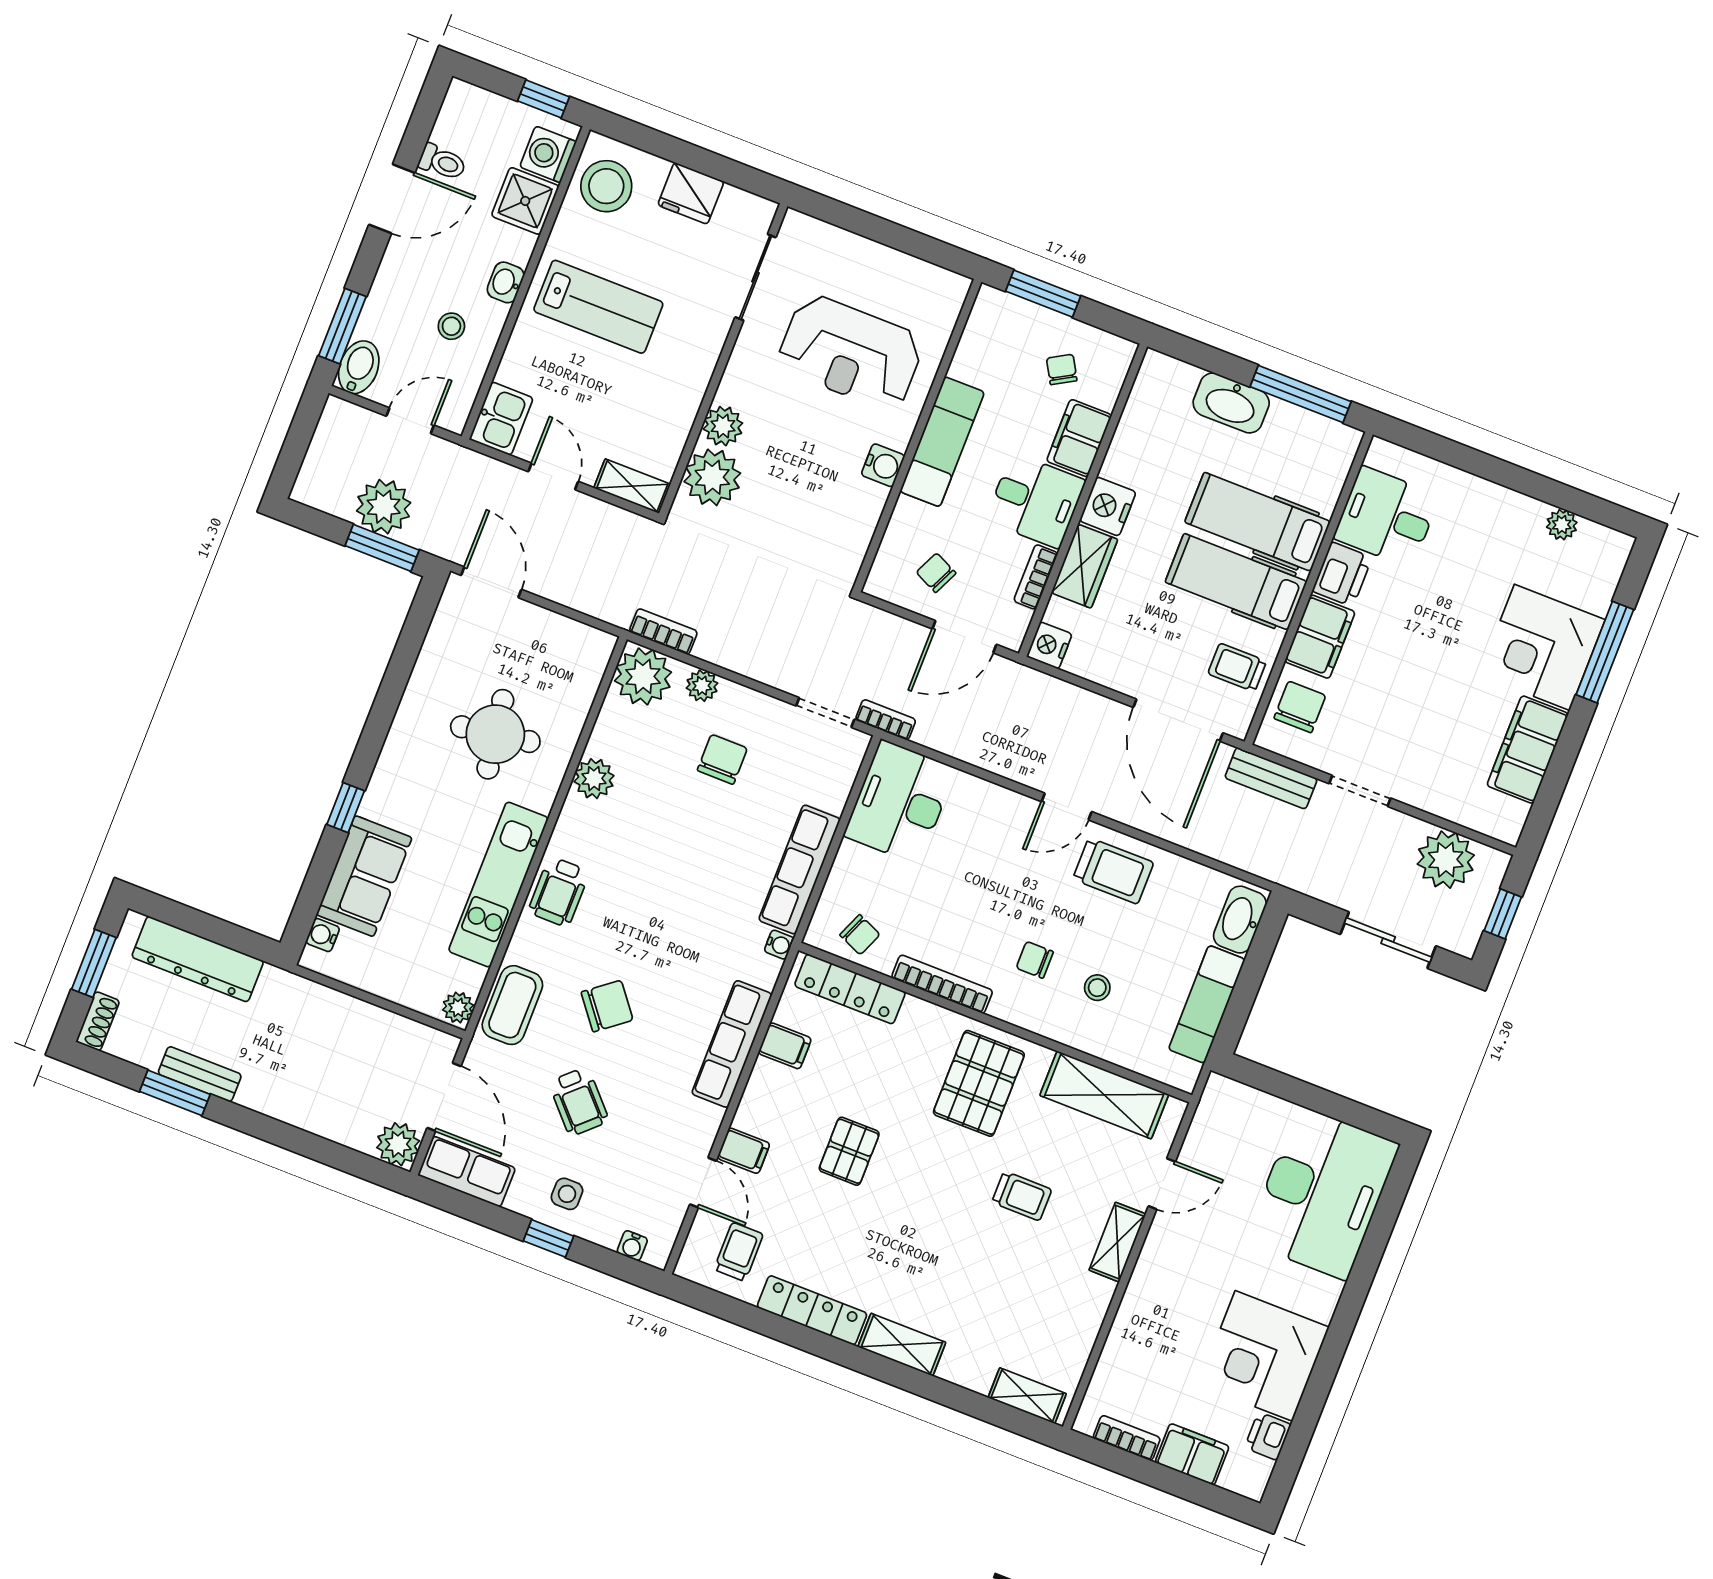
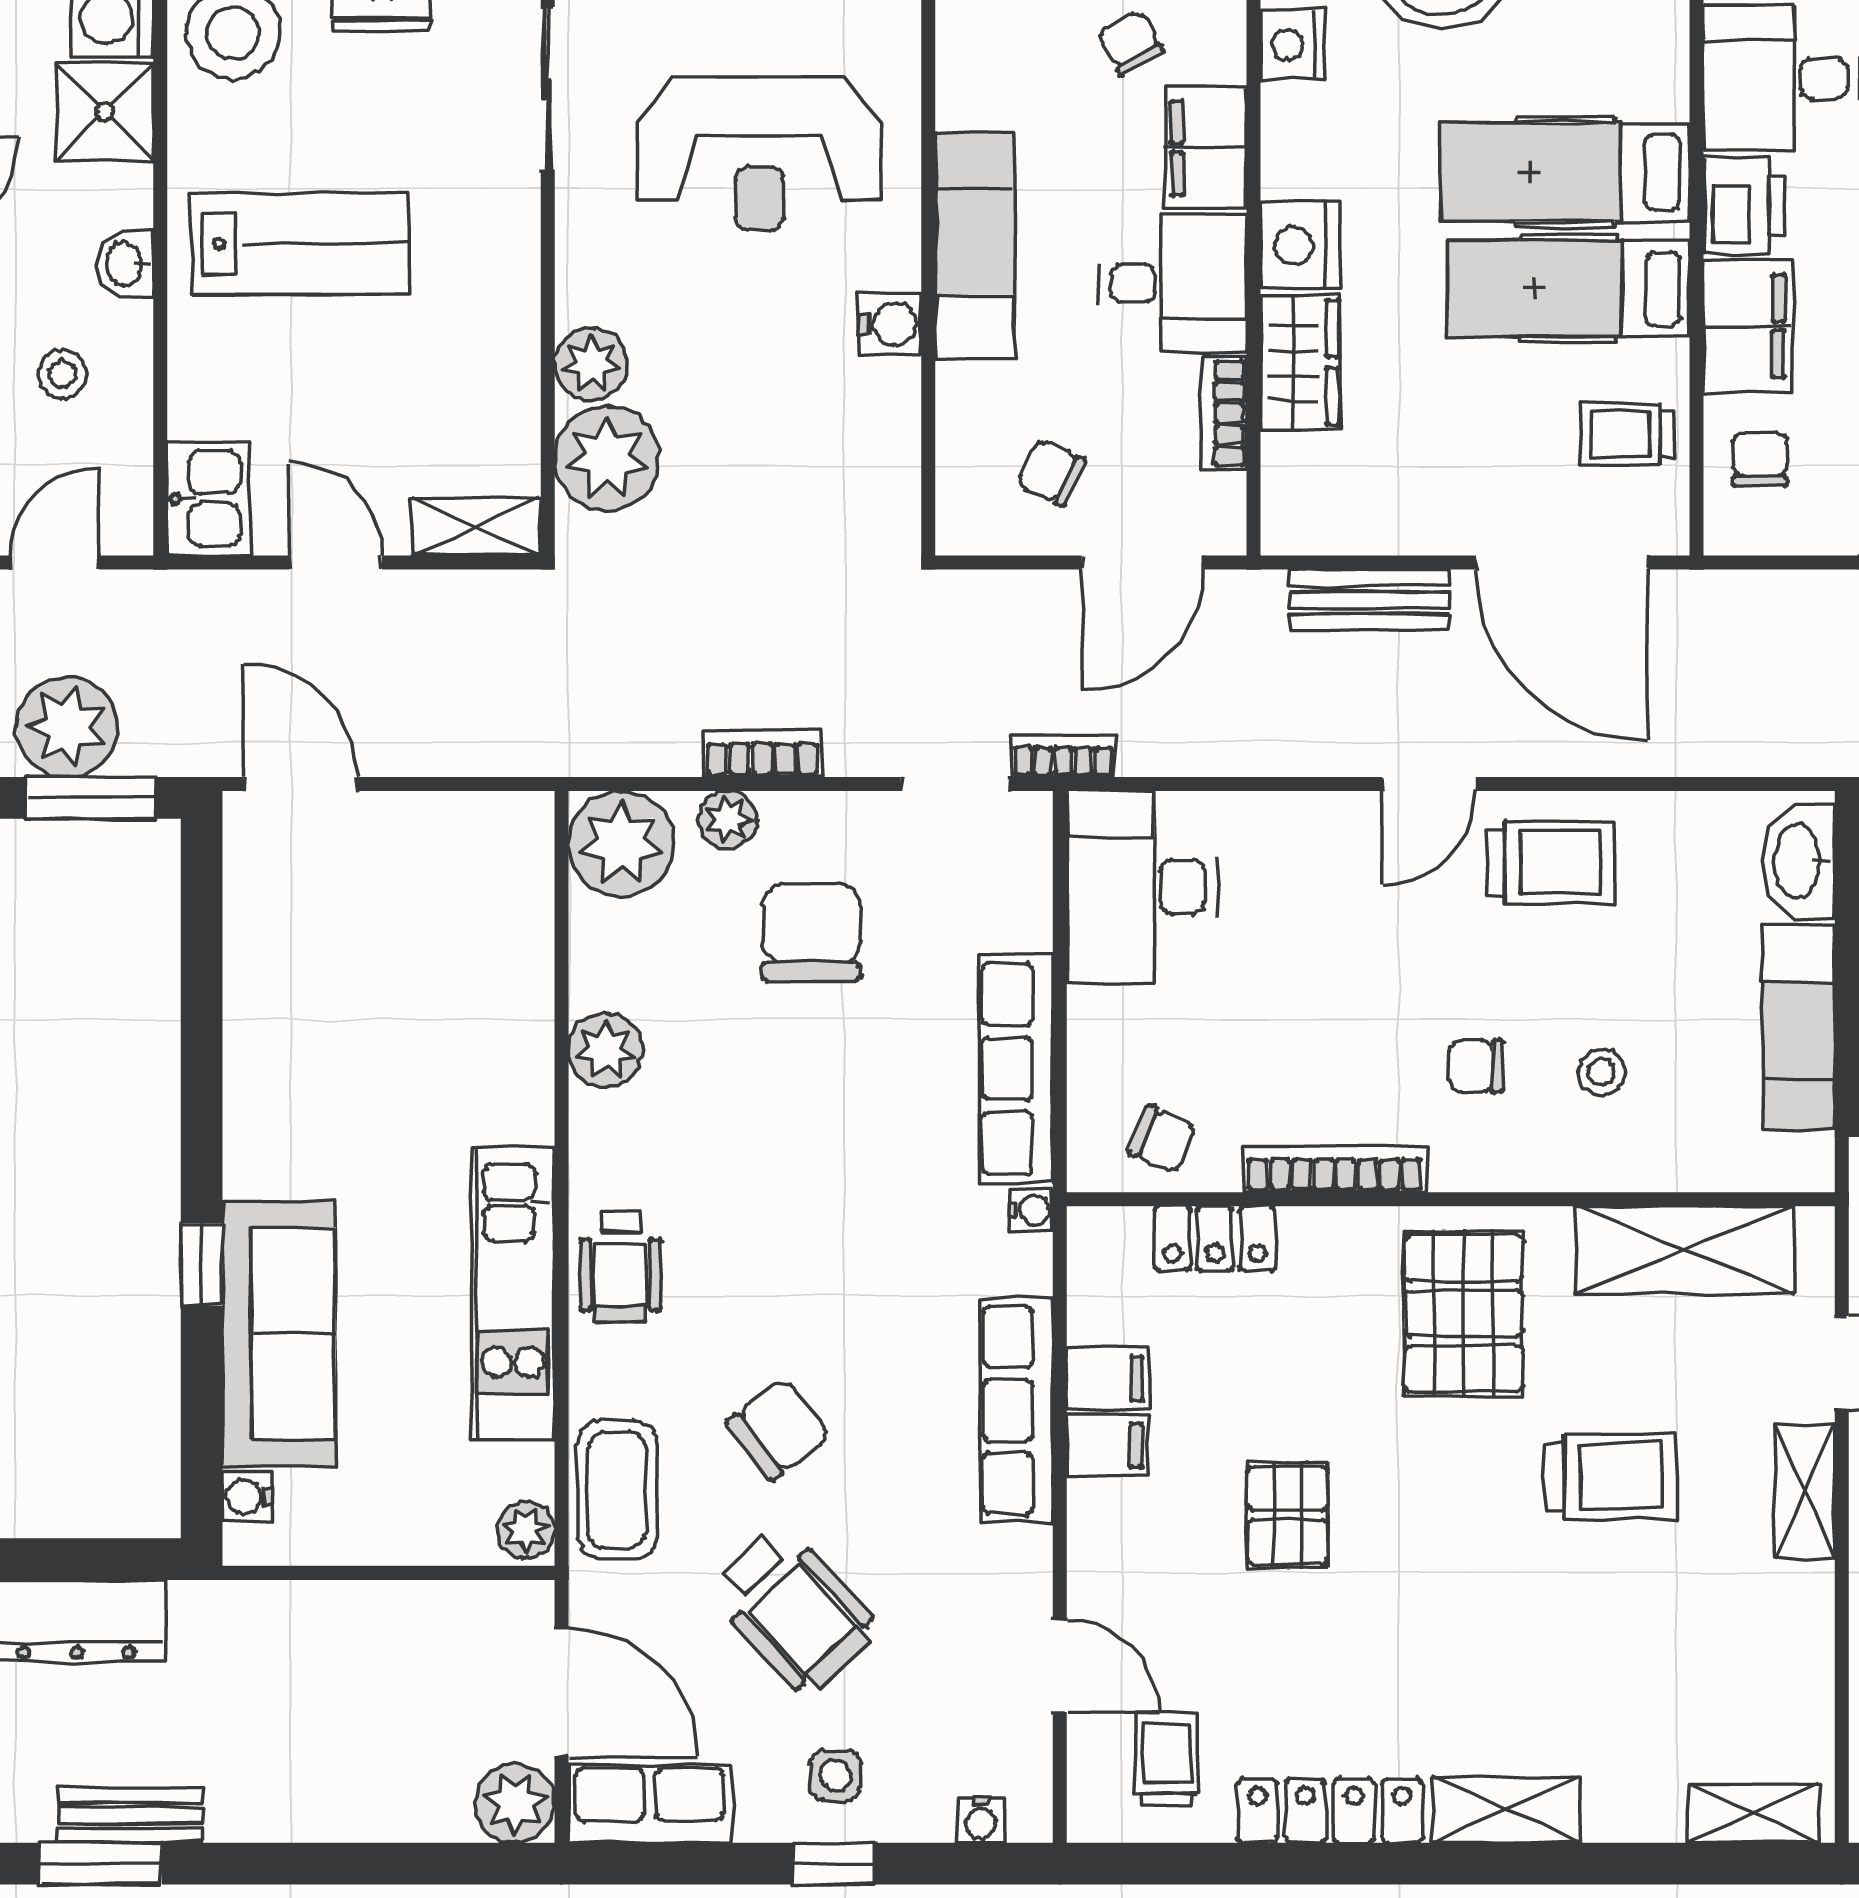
bookcase: (663, 632) -> (762, 754), moved
nightstand: (1049, 645) -> (1292, 45), moved
chair: (1300, 707) -> (1760, 459), width x0.73, depth x0.73
round table: (495, 734) -> (408, 1040), removed
chair: (722, 759) -> (811, 932), width x1.37, depth x1.37
bench: (1271, 778) -> (1369, 600), moved
sofa: (364, 876) -> (279, 1333), width x1.36
locker: (850, 989) -> (1215, 1238), width x0.66
wheelchair: (579, 1102) -> (794, 1610), width x1.36, depth x1.37
filing cabinet: (744, 1151) -> (1107, 1445), moved
trolley: (1022, 1196) -> (1611, 1477), width x1.36, depth x1.39

